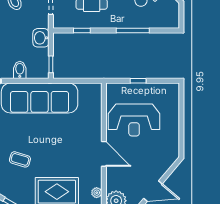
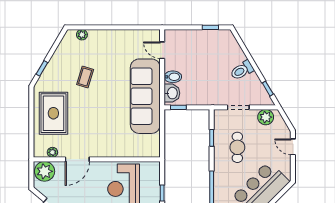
washbasin: (41, 38) -> (172, 93), moved, turned 90
door: (104, 154) -> (77, 159), moved

